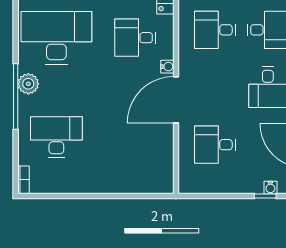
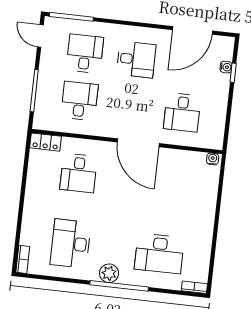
desk: (215, 30) -> (80, 101), turned 180
desk: (56, 38) -> (71, 244), width x0.73, depth x0.77
water cooler: (167, 67) -> (213, 159), moved
desk: (56, 137) -> (159, 253), turned -90

